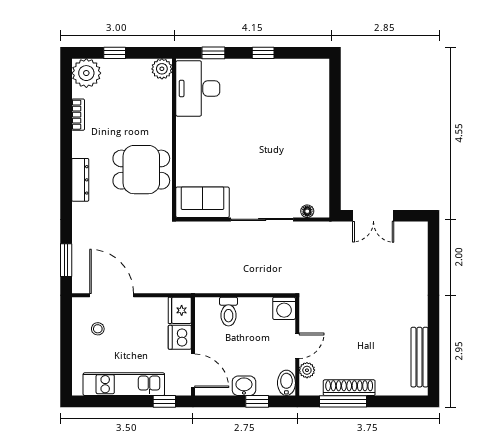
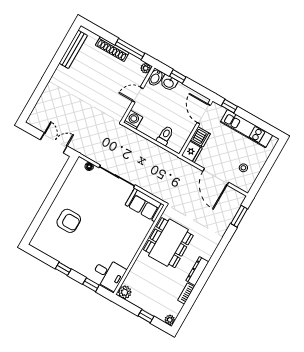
plant: (86, 73) -> (170, 320), width x0.53, depth x0.53
desk: (198, 88) -> (109, 274), width x0.73
armchair: (293, 122) -> (69, 221), added
dining table: (141, 170) -> (168, 243), width x1.38
dresser: (80, 180) -> (197, 271), moved
door: (112, 295) -> (216, 177), moved
plant: (307, 370) -> (146, 68), moved
washbasin: (244, 386) -> (169, 83), moved
shoe rack: (349, 388) -> (112, 49), moved

